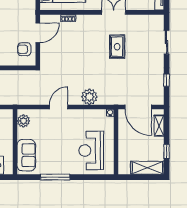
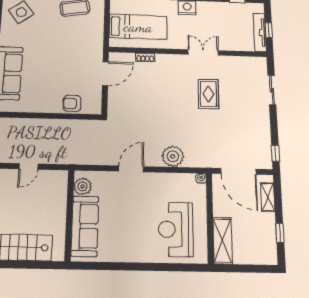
armchair: (24, 49) -> (72, 103), moved
window: (167, 80) -> (275, 153), moved
sofa: (26, 155) -> (85, 226), width x1.36
shelving: (147, 168) -> (223, 241), moved, turned 90
window: (55, 177) -> (125, 266), removed

